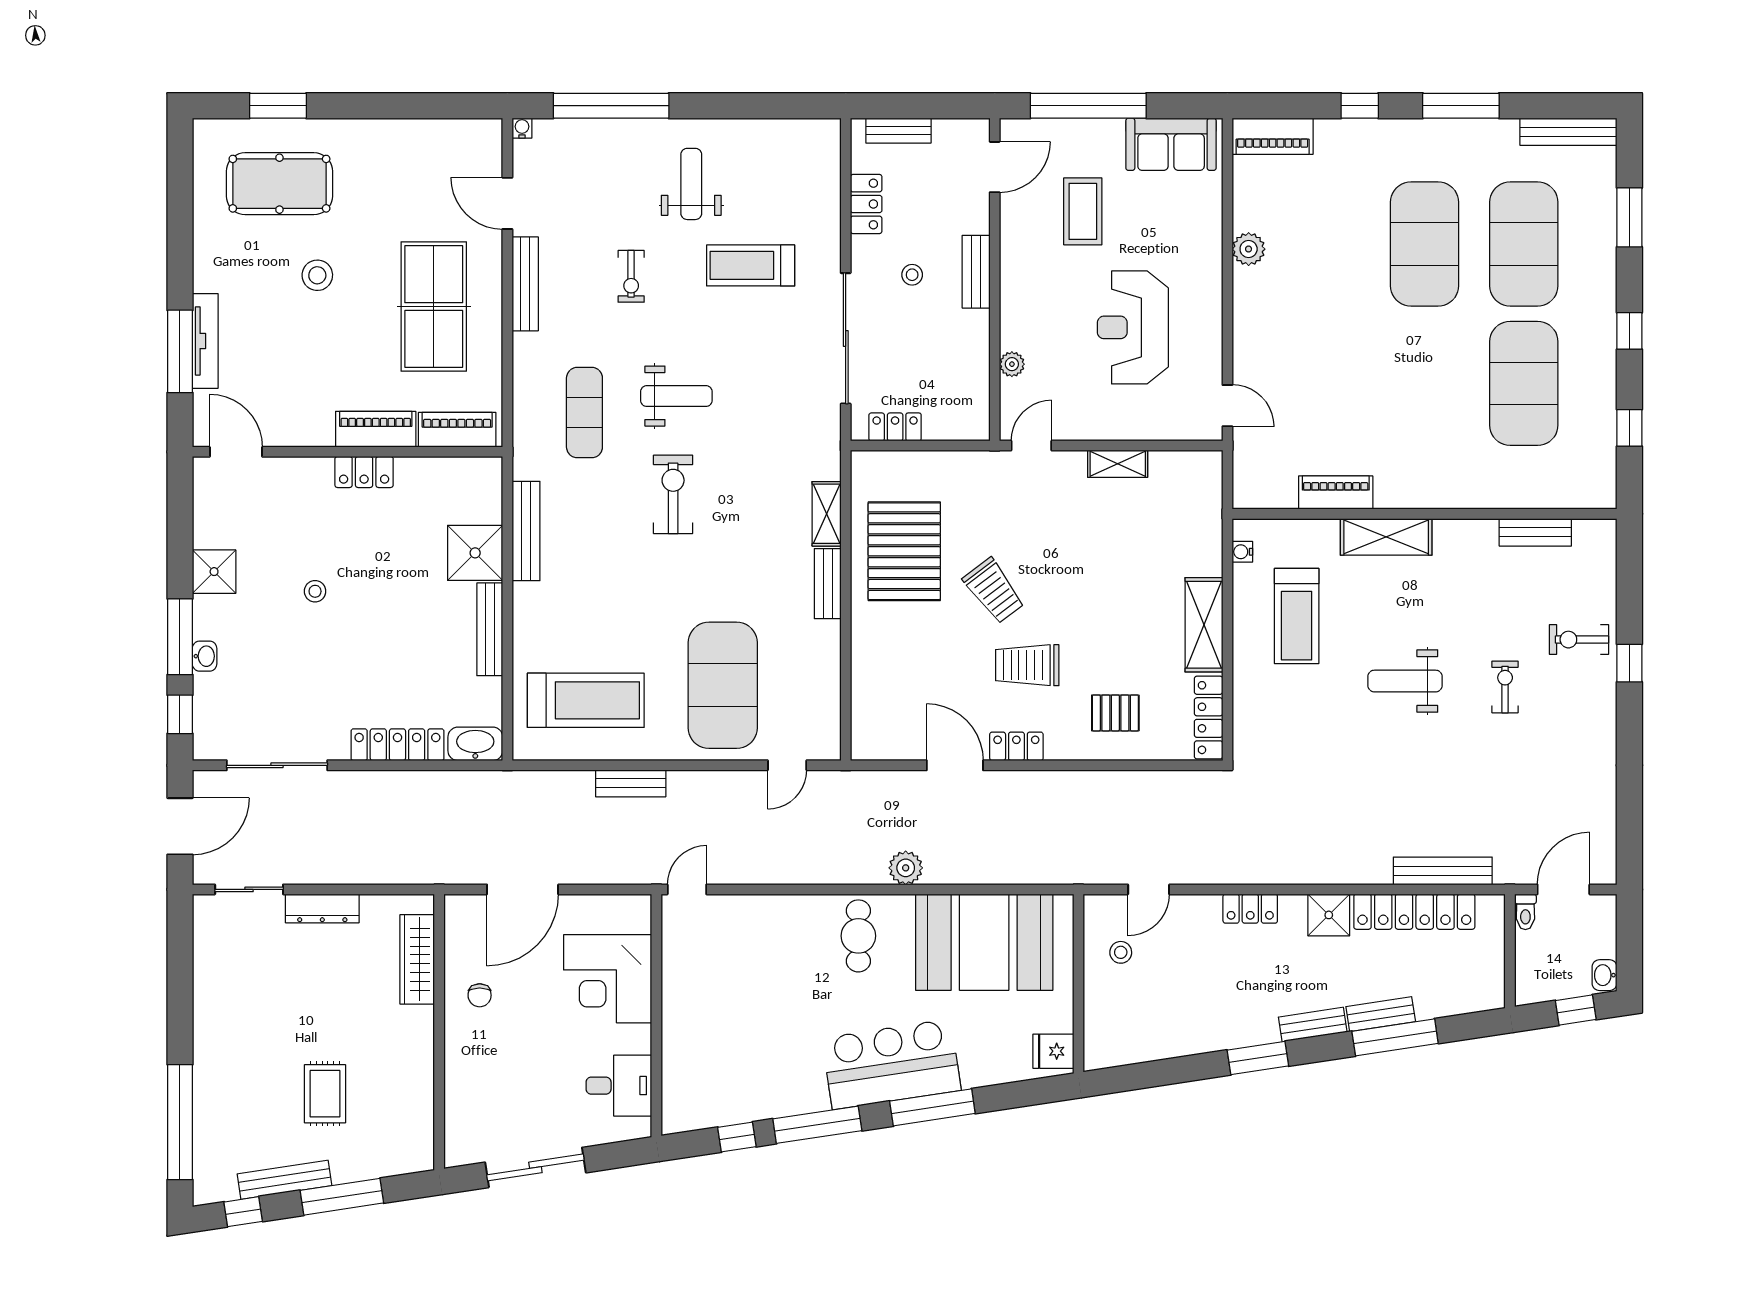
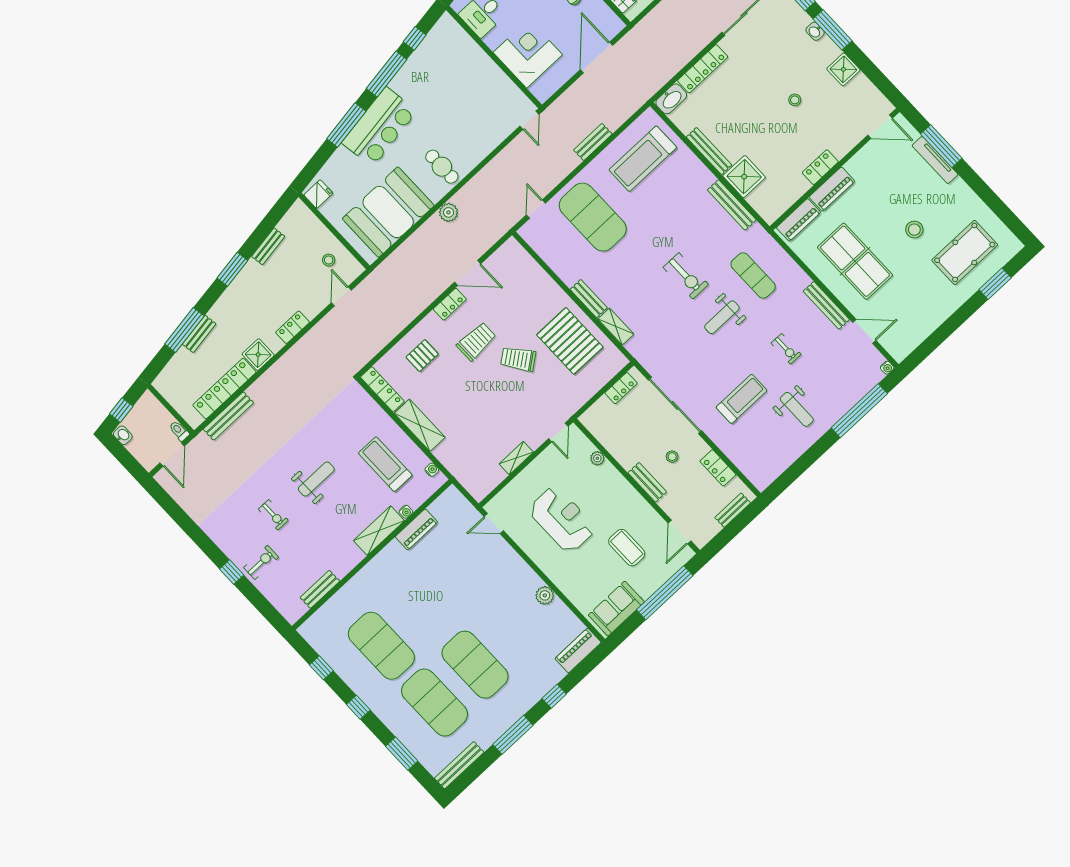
exercise bike: (631, 276) -> (786, 349), turned 180
water cooler: (1328, 529) -> (406, 512), added
bench: (1313, 1025) -> (268, 246), moved

